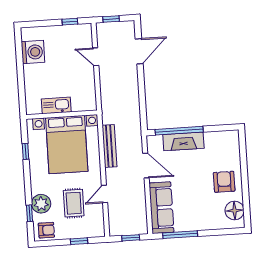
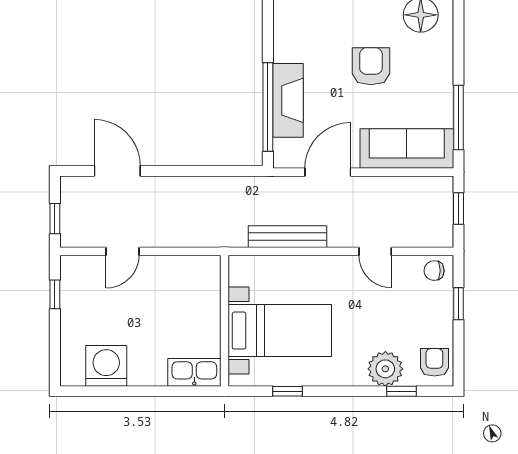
kitchen sink: (56, 105) -> (194, 372), moved, turned 90
bed with nightstands: (67, 145) -> (280, 331), width x0.73
armchair: (224, 182) -> (371, 66), moved, turned 90
rug: (74, 203) -> (388, 309), removed
chair: (96, 227) -> (434, 271), added

